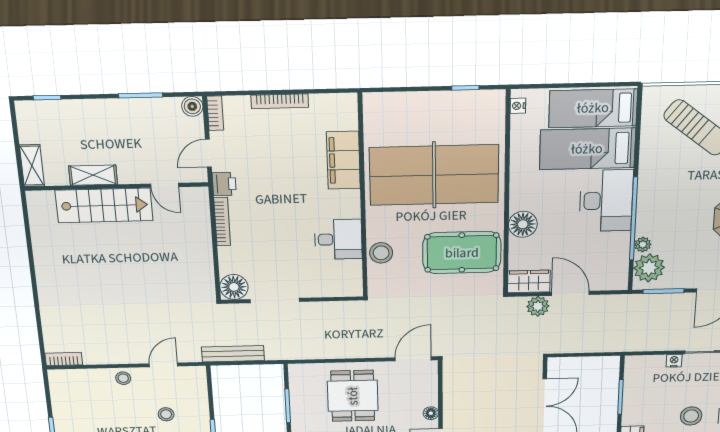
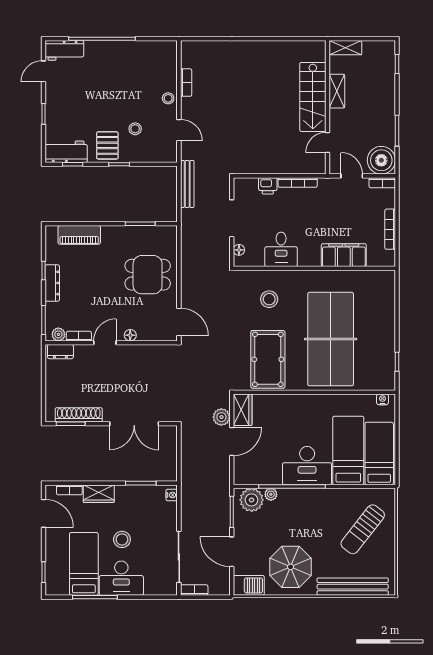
boiler: (192, 106) -> (381, 160), width x1.86, depth x1.86
filing cabinet: (343, 160) -> (344, 255), moved
printer: (224, 184) -> (268, 186), moved
wall: (363, 197) -> (314, 268), moved
floor lamp: (523, 224) -> (290, 404), removed
desk: (338, 239) -> (281, 249), moved
floor lamp: (234, 287) -> (239, 250), moved, width x0.53, depth x0.53
bookcase: (64, 359) -> (186, 83), moved
nightstand: (674, 361) -> (172, 495), moved

